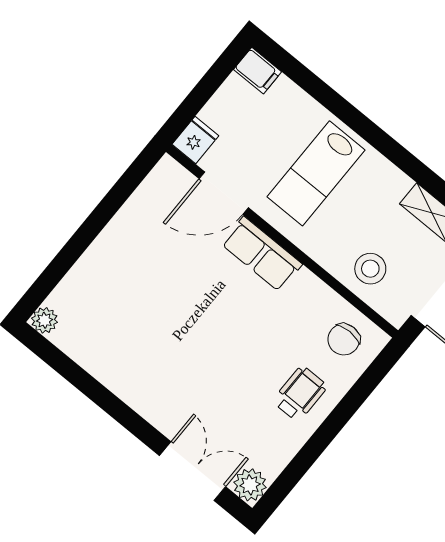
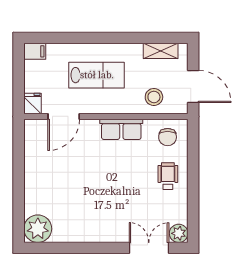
lab bench: (316, 173) -> (97, 75), turned -90
row of seats: (262, 254) -> (121, 129), moved
plant: (44, 320) -> (38, 229), width x1.87, depth x1.87

